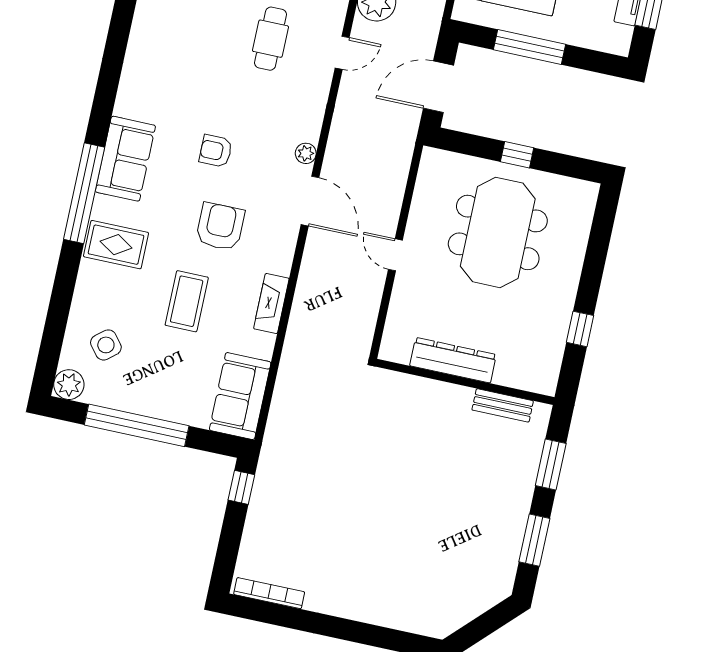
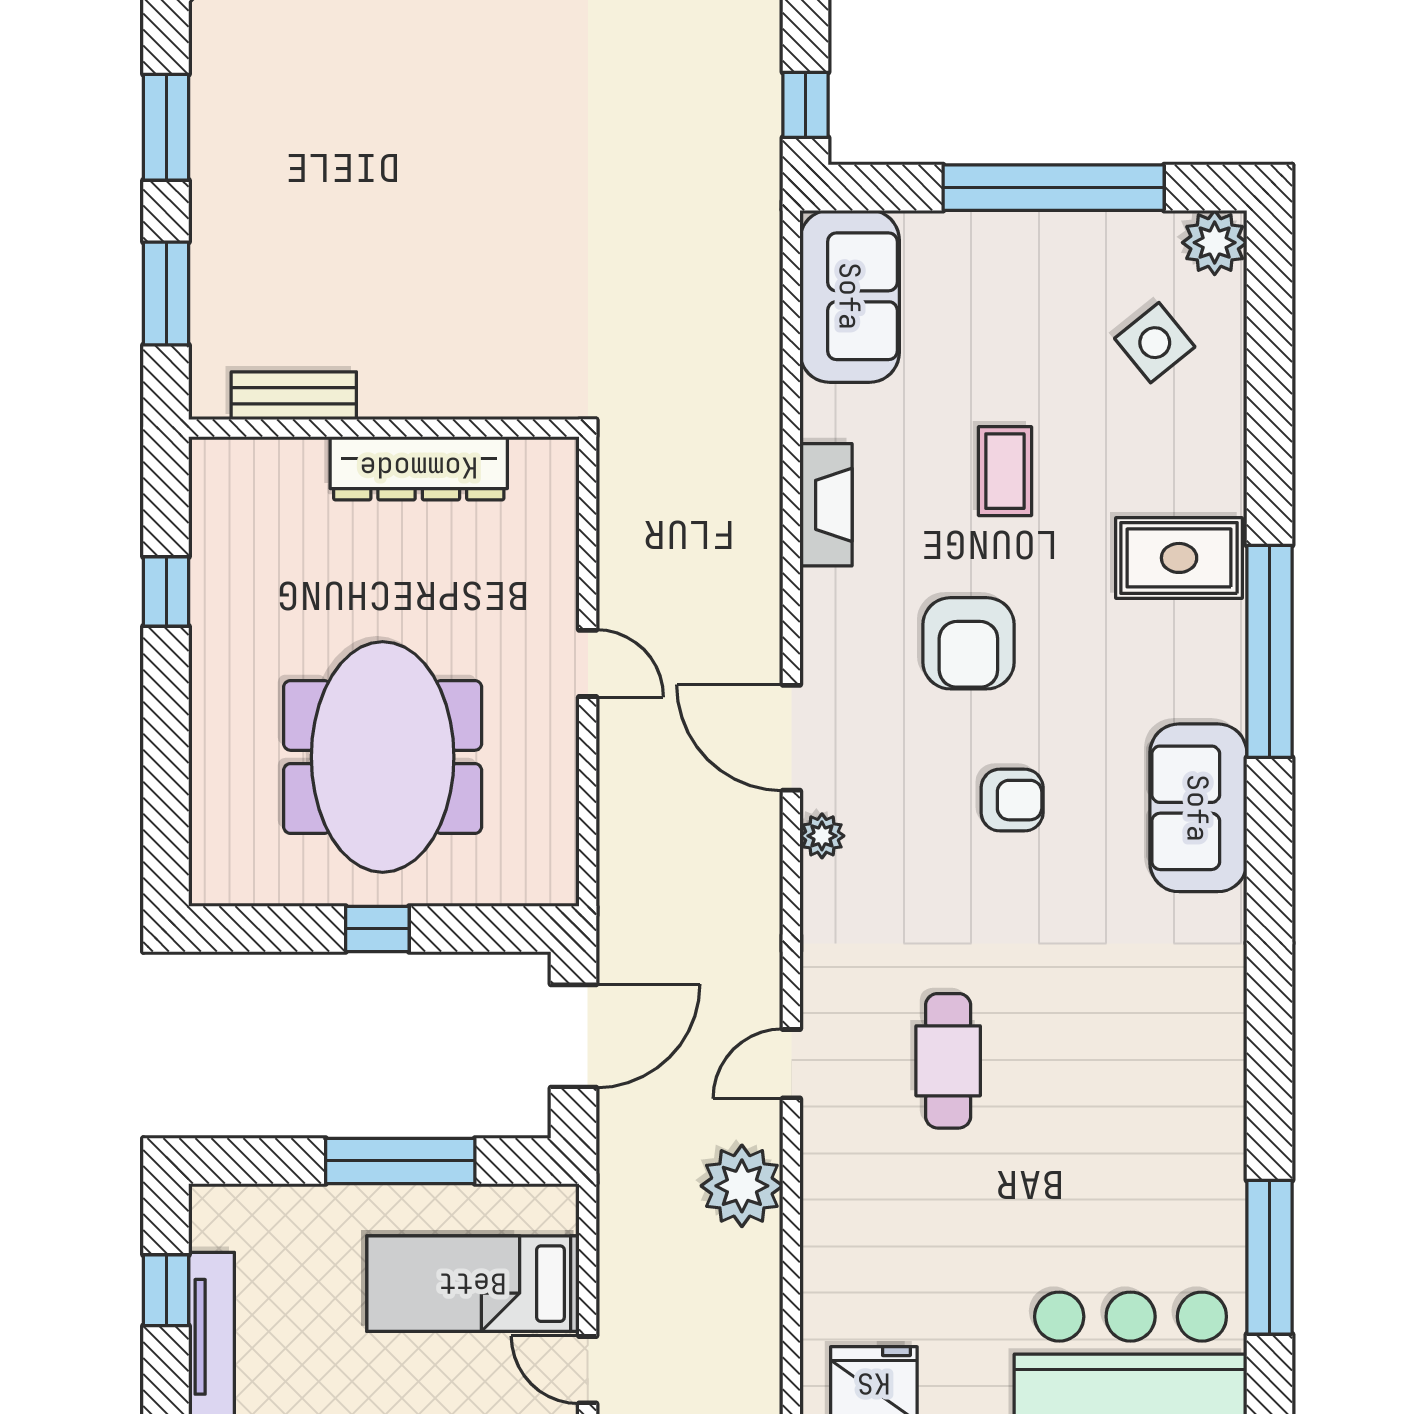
sofa: (125, 159) -> (1198, 808), moved
coffee table: (187, 301) -> (1005, 471), width x0.73, depth x0.77

